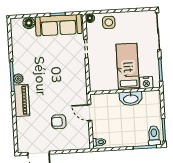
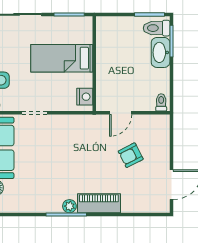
nightstand: (146, 83) -> (85, 97), moved
washbasin: (131, 99) -> (161, 52), moved, turned 180
armchair: (59, 122) -> (131, 155), turned 63

